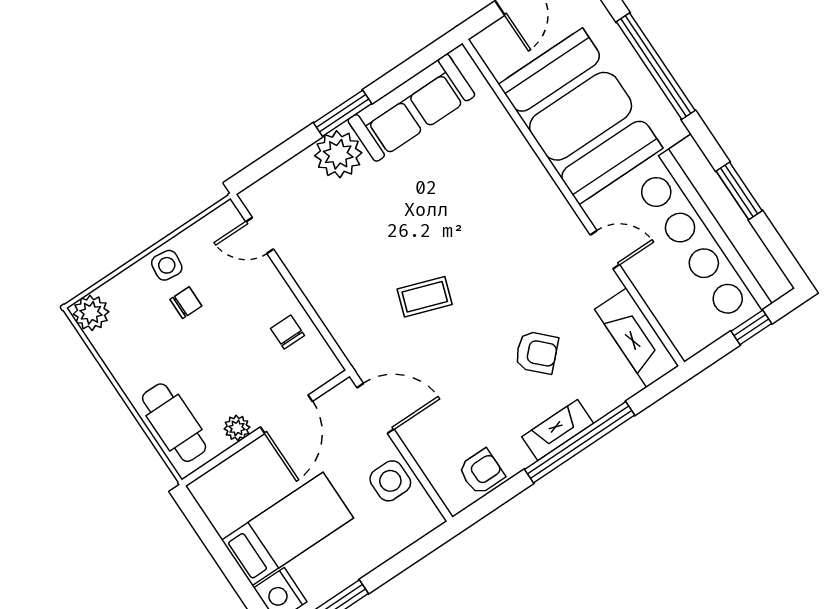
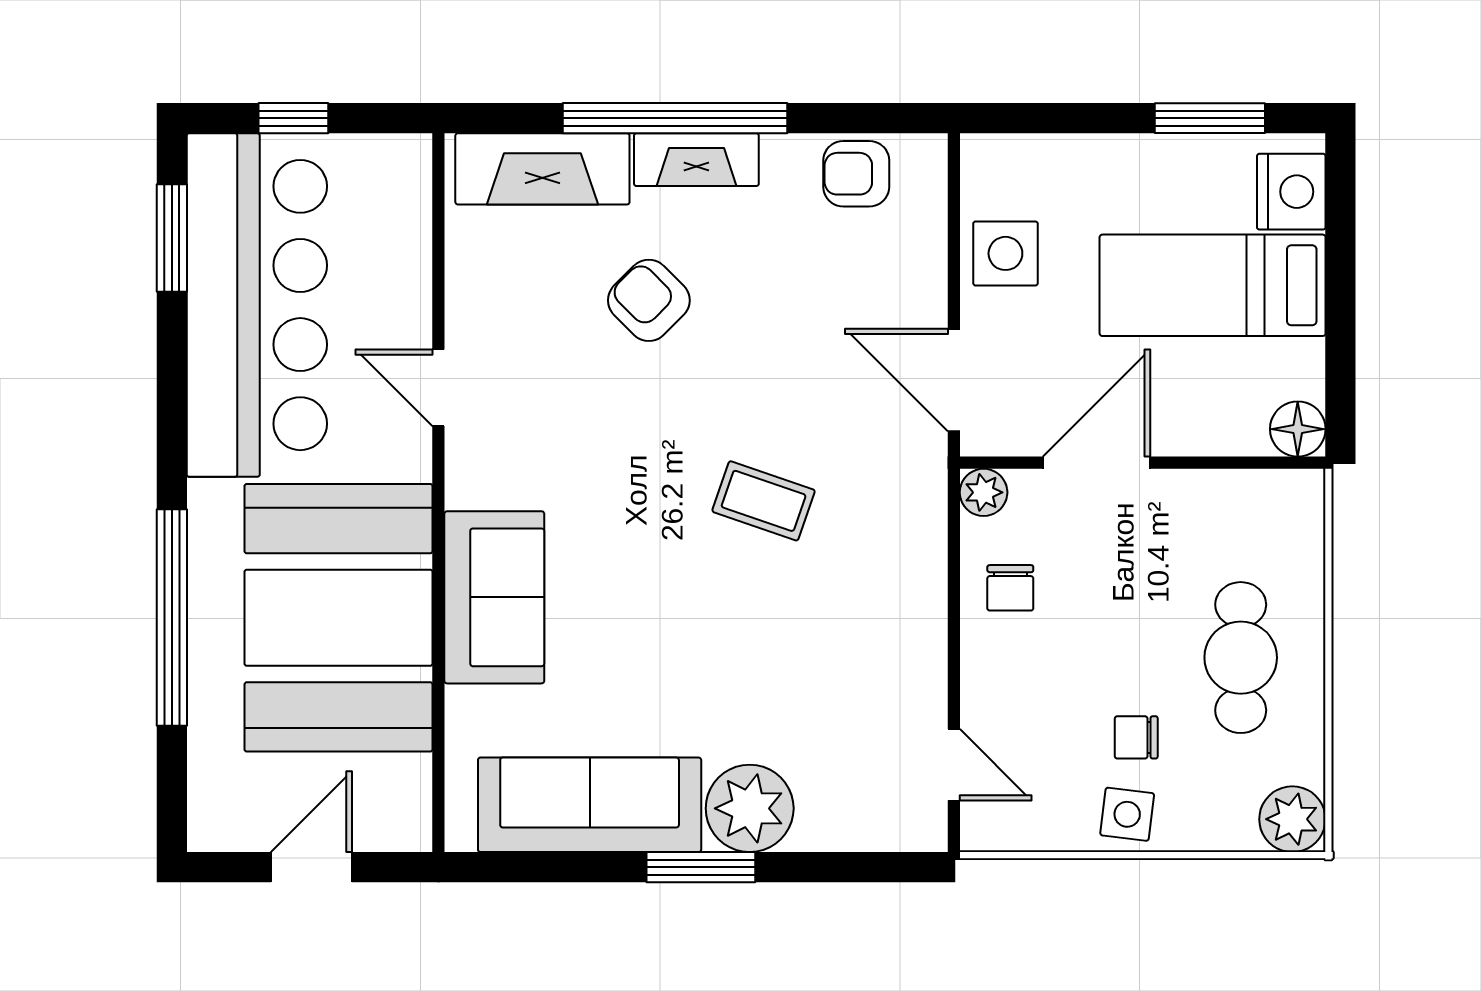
sofa: (517, 172) -> (494, 597), added
window: (739, 191) -> (172, 238), moved
fireplace: (637, 338) -> (542, 169), moved, turned 90
cafe table: (174, 423) -> (1241, 658), moved
plant: (237, 428) -> (984, 492), moved
floor lamp: (206, 490) -> (1298, 429), added

